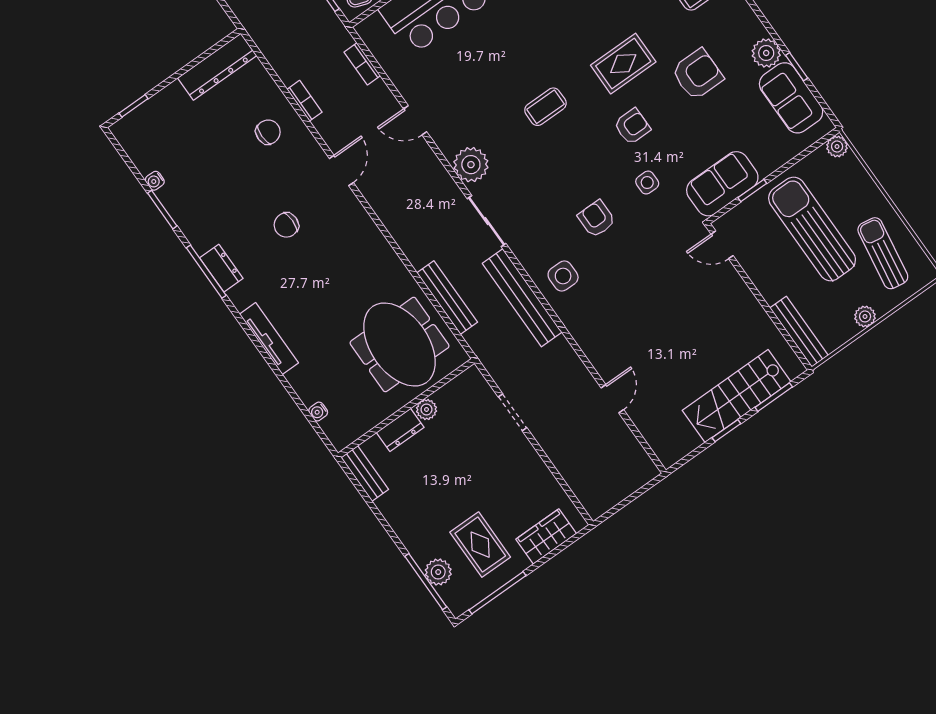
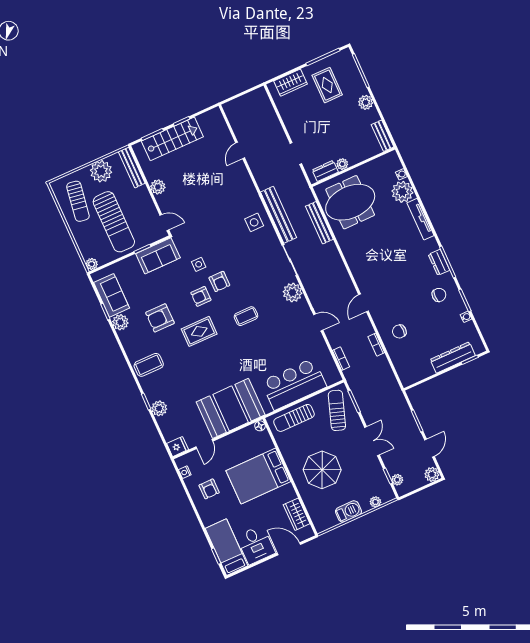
dresser: (217, 67) -> (453, 358), moved
armchair: (597, 219) -> (219, 281), moved
chair: (286, 225) -> (439, 295), moved
plant: (746, 306) -> (158, 187), added
plant: (865, 316) -> (101, 171), width x1.87, depth x1.87
meeting table: (400, 344) -> (350, 202), turned 90
plant: (310, 381) -> (402, 192), added
dresser: (400, 430) -> (325, 171), moved
plant: (438, 572) -> (366, 102), moved

